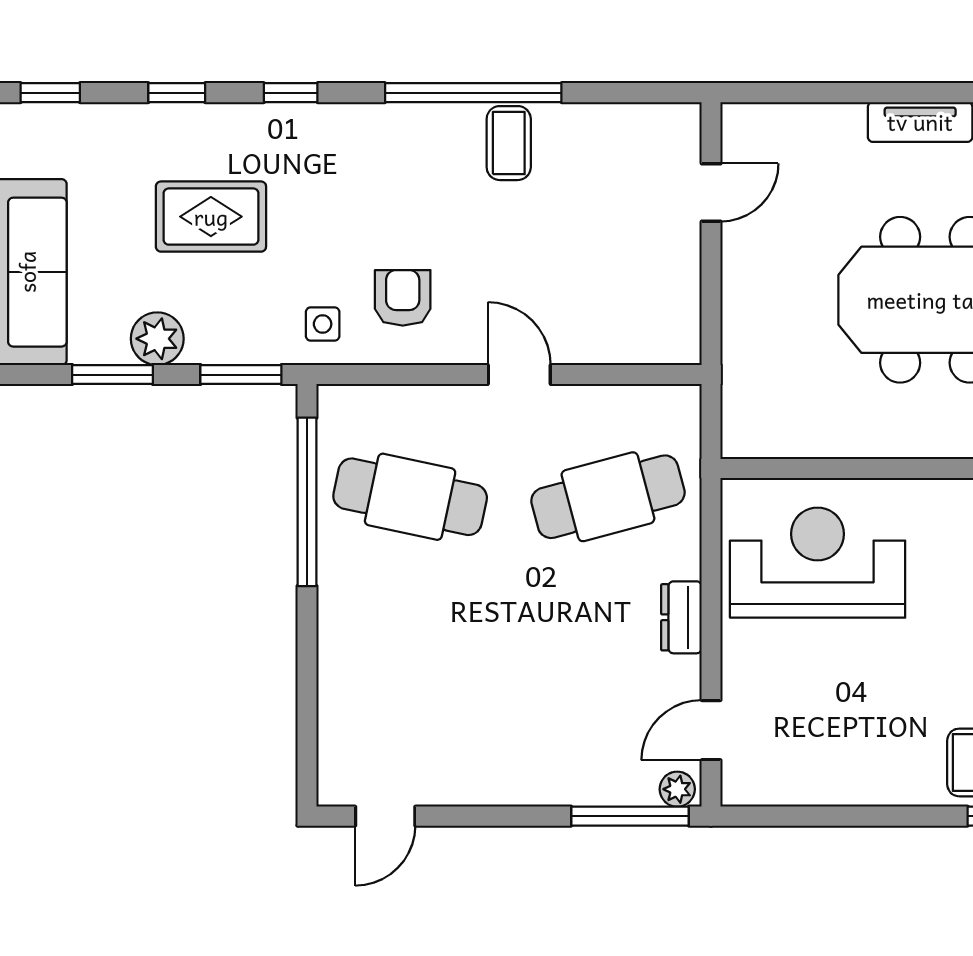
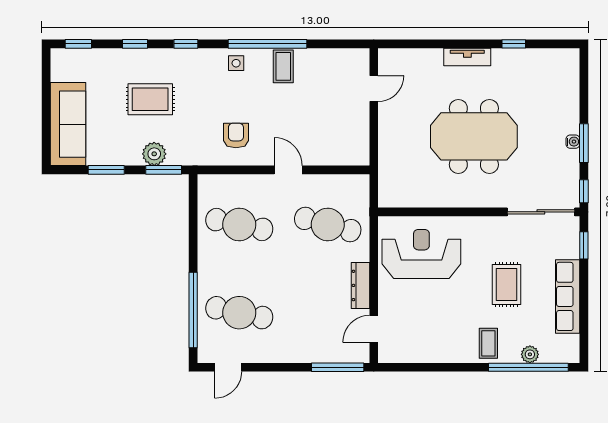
side table: (323, 324) -> (236, 63), moved
plant: (157, 339) -> (154, 154), moved
cafe table: (608, 497) -> (328, 224), turned 30
window: (307, 502) -> (193, 310), moved
dresser: (681, 617) -> (361, 285), width x1.44
cafe table: (410, 694) -> (239, 313), added
plant: (677, 789) -> (359, 355), removed

